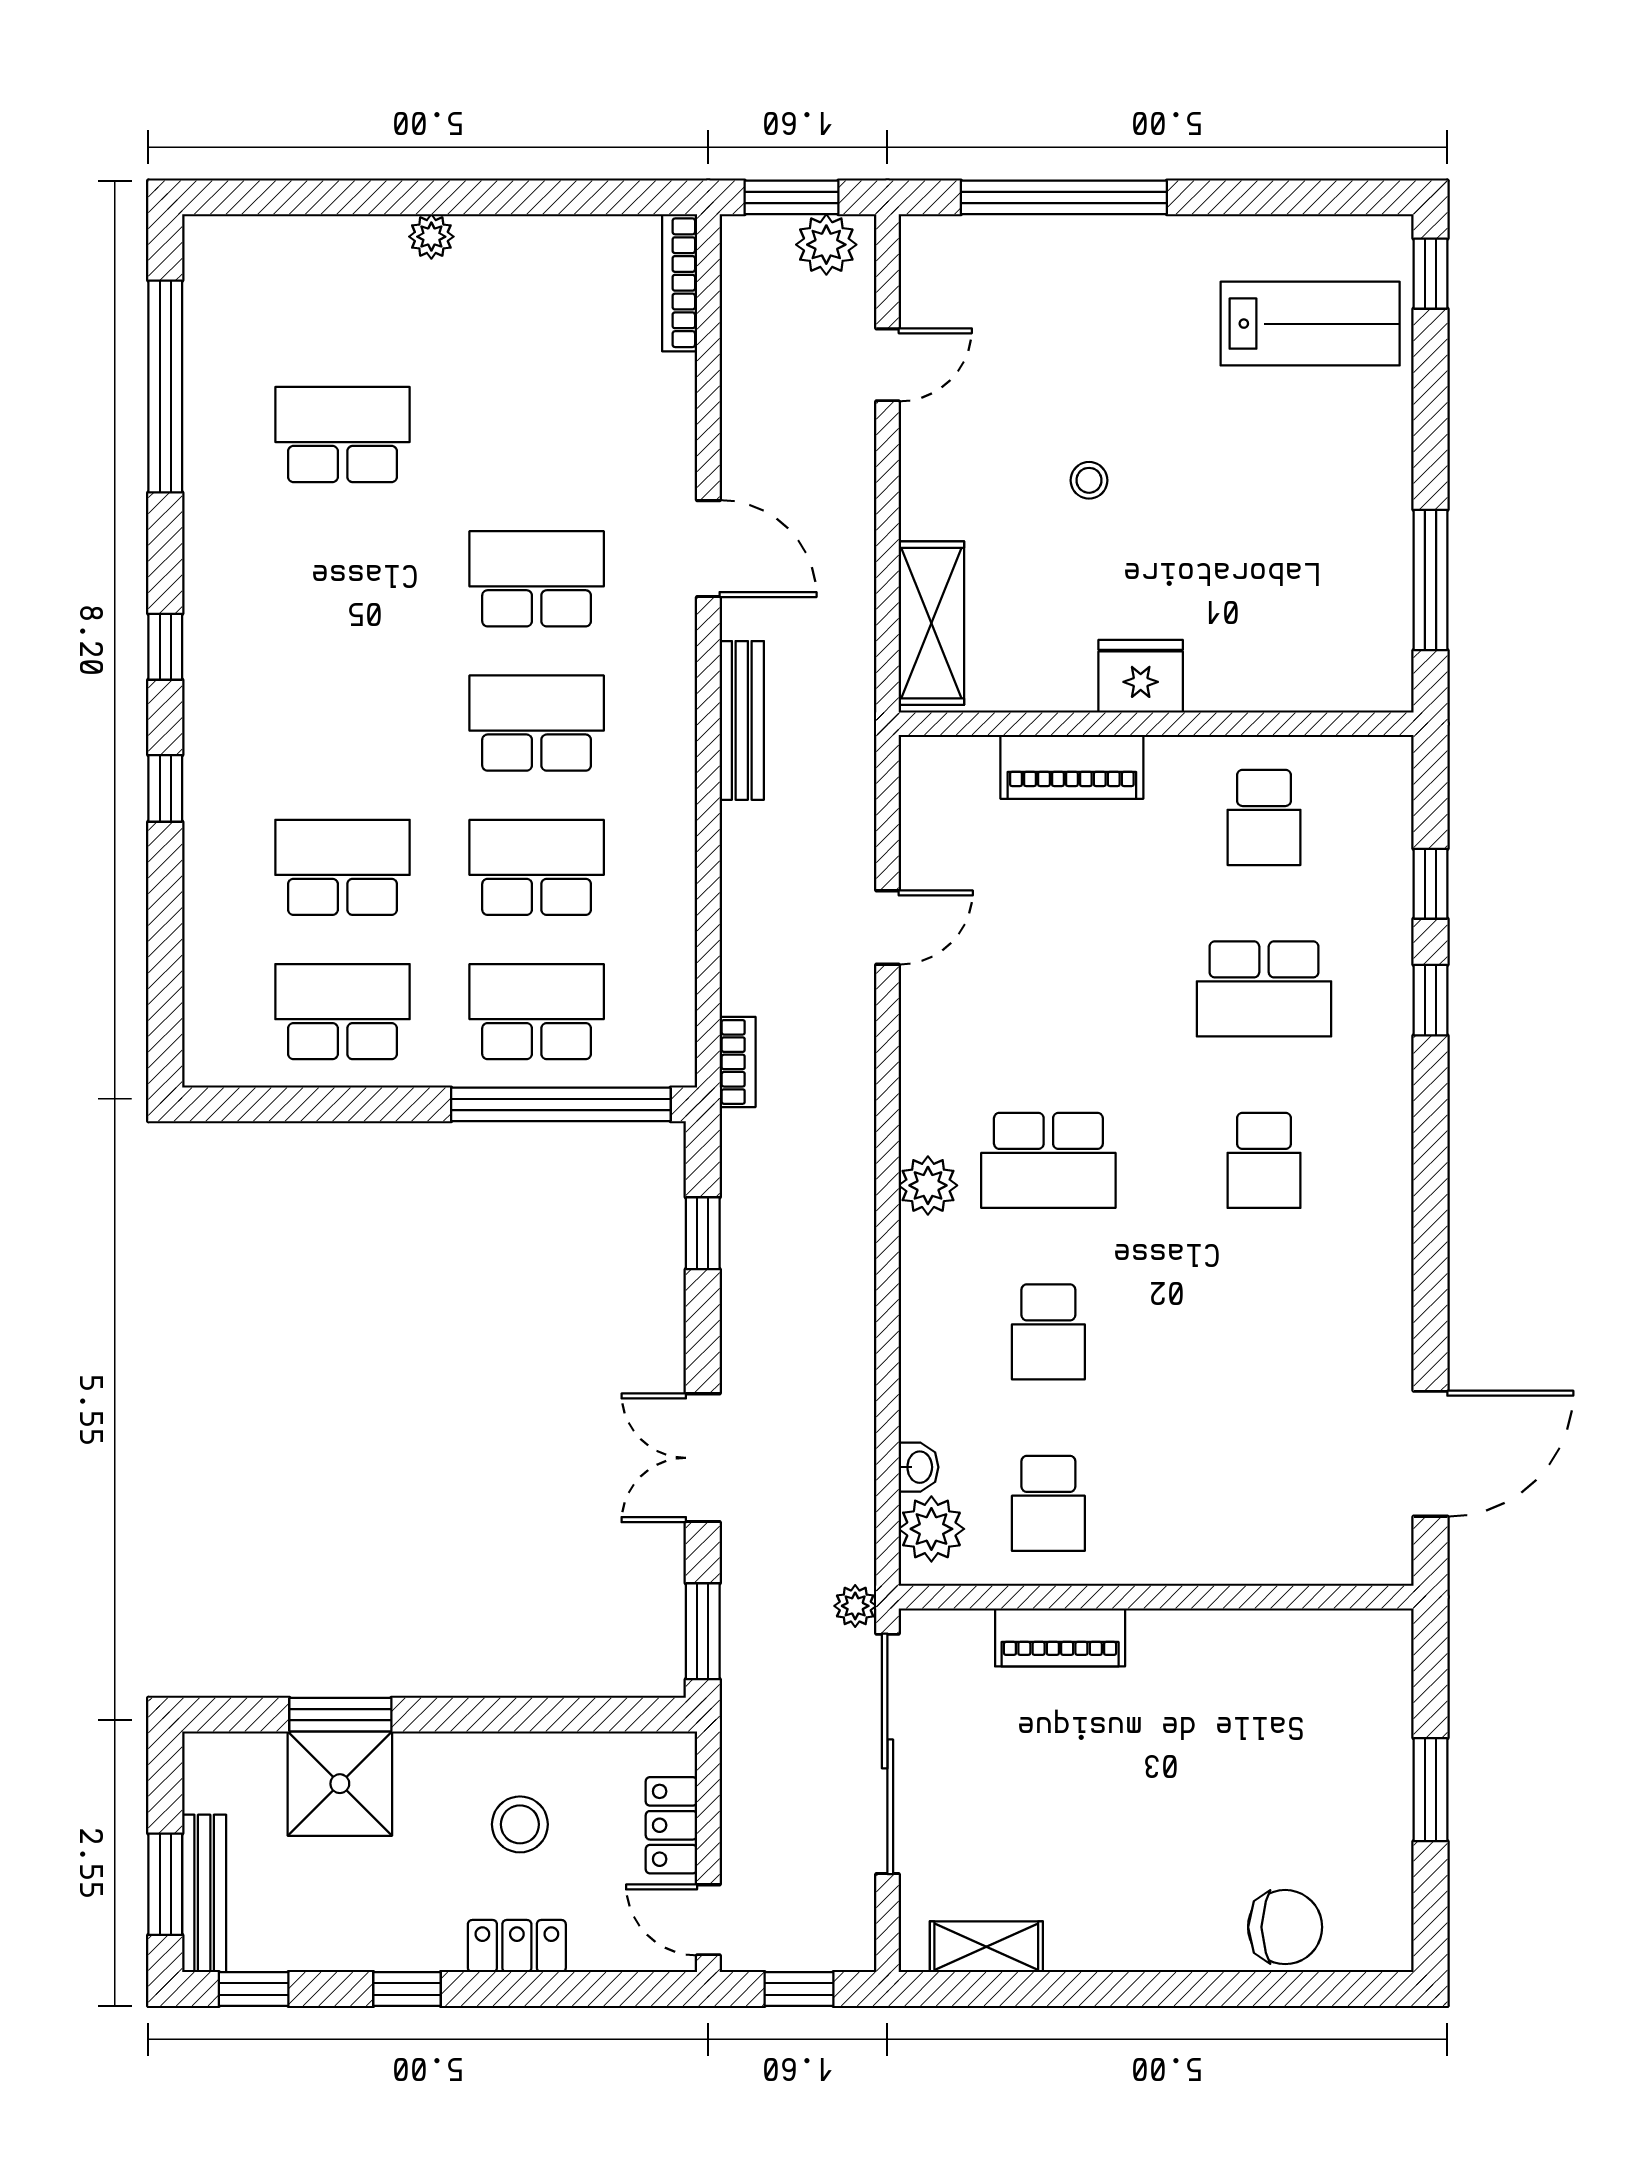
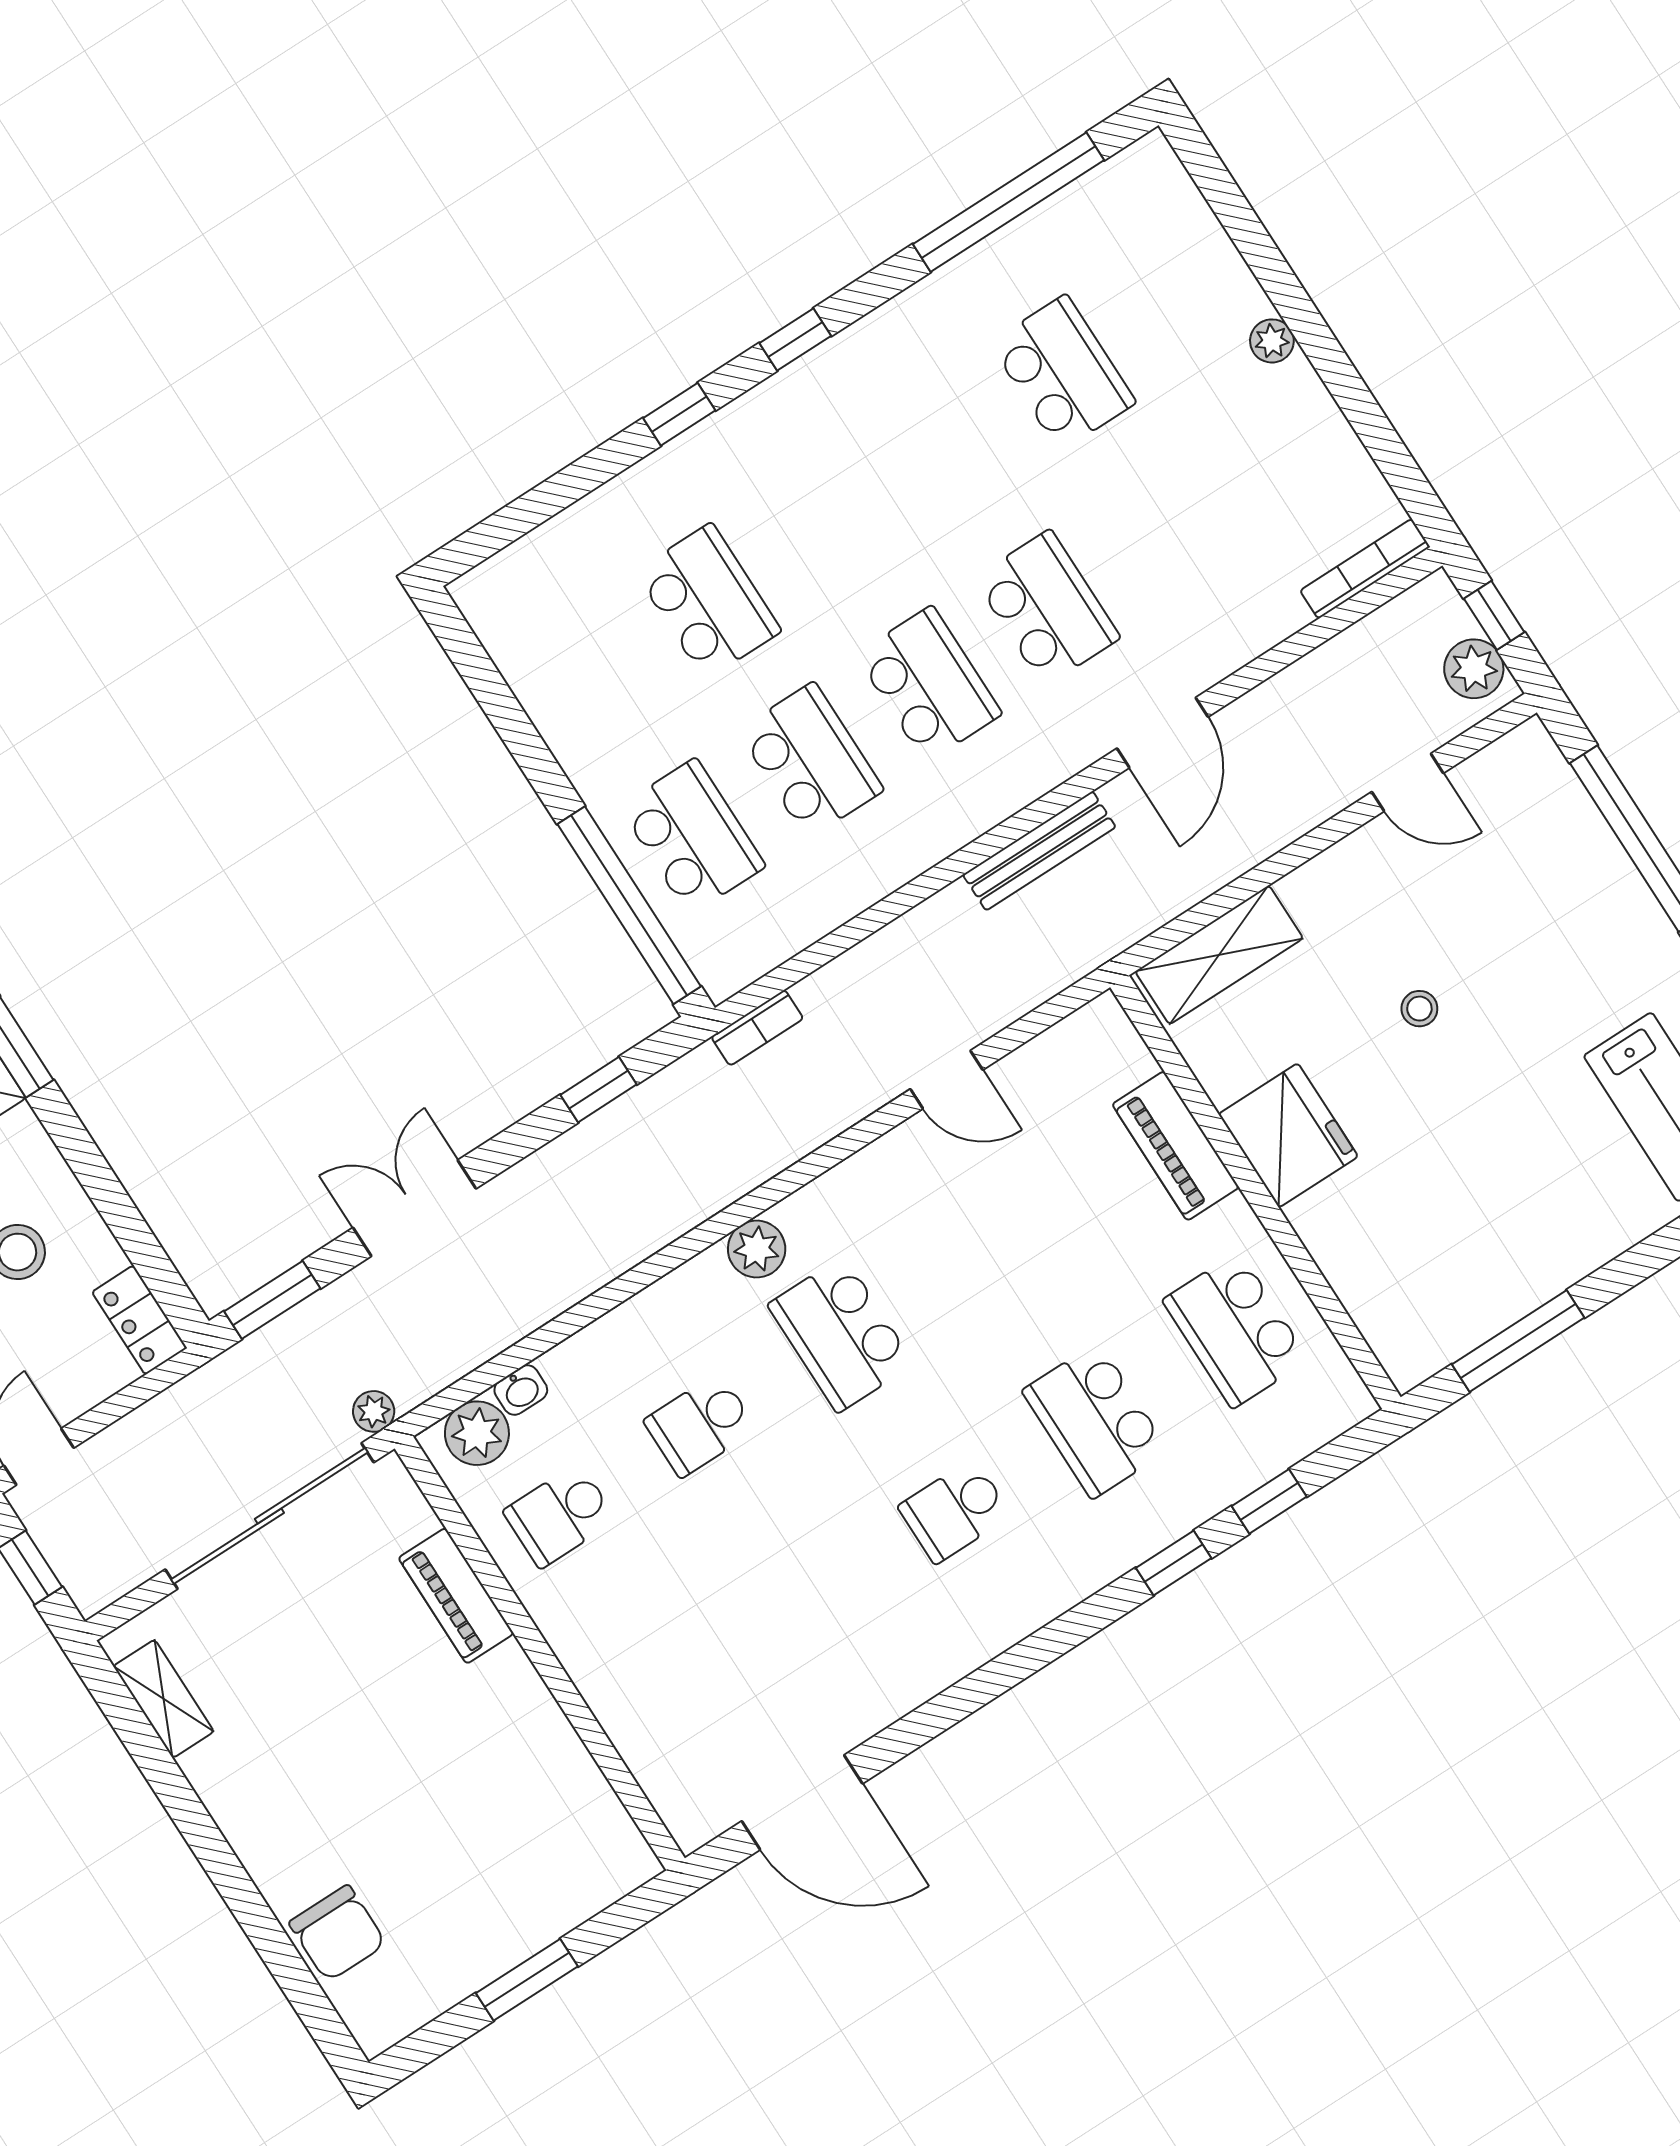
window: (791, 197) -> (1494, 615), width x0.67
fridge: (1141, 676) -> (1288, 1135), width x1.36, depth x1.34
school desk: (1264, 817) -> (1236, 1330), width x1.85
school desk: (343, 1012) -> (590, 678), removed
locker: (671, 1825) -> (139, 1320), moved, turned -90

